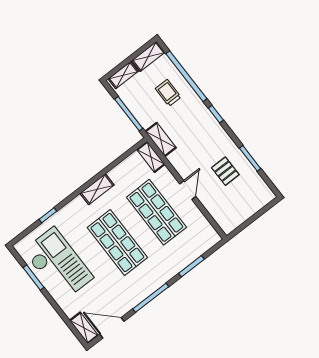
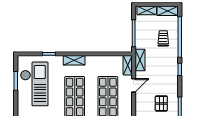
shelving: (97, 189) -> (74, 60), moved
door: (188, 190) -> (134, 85), moved

